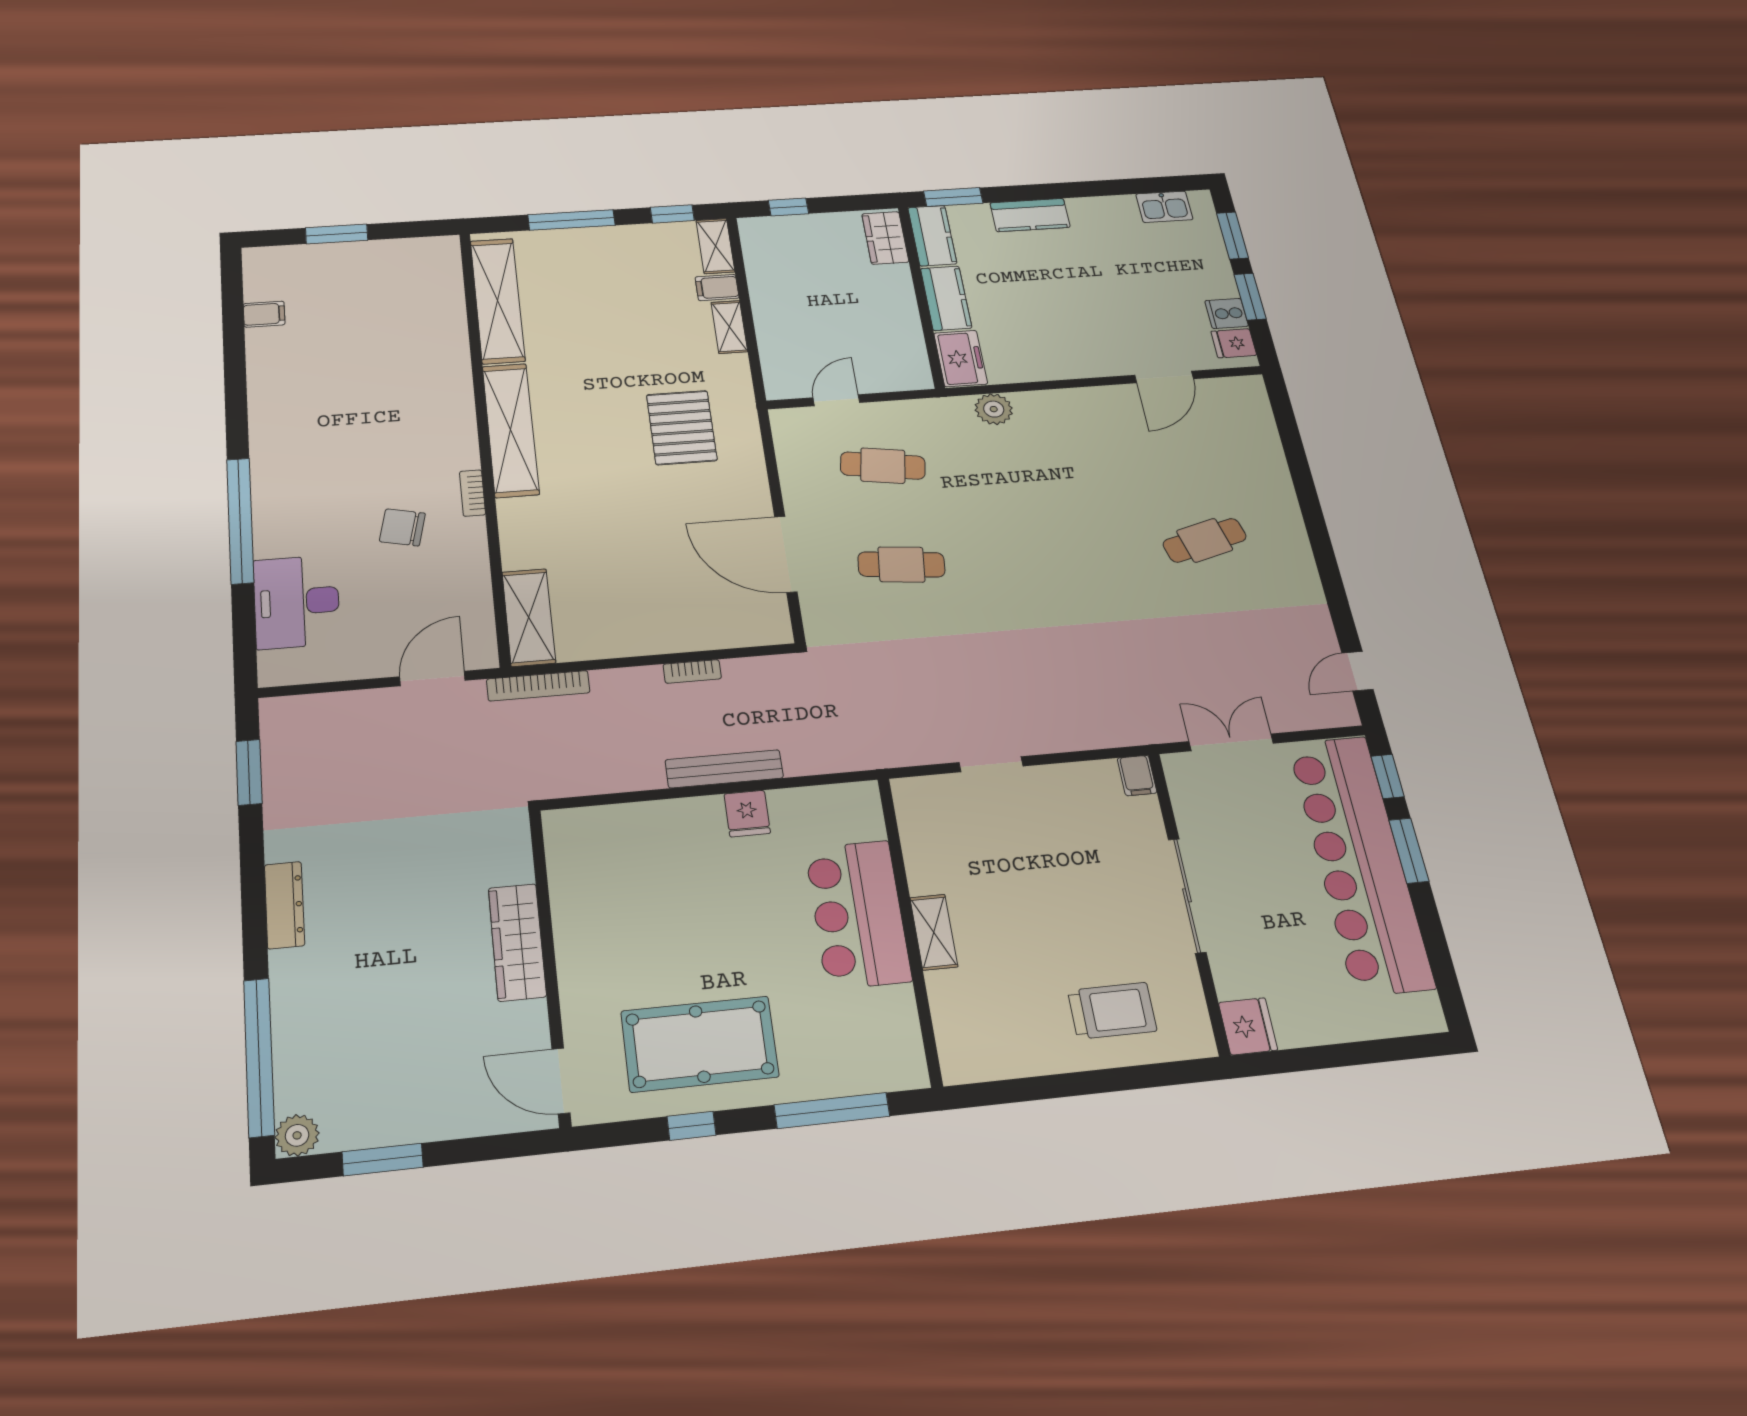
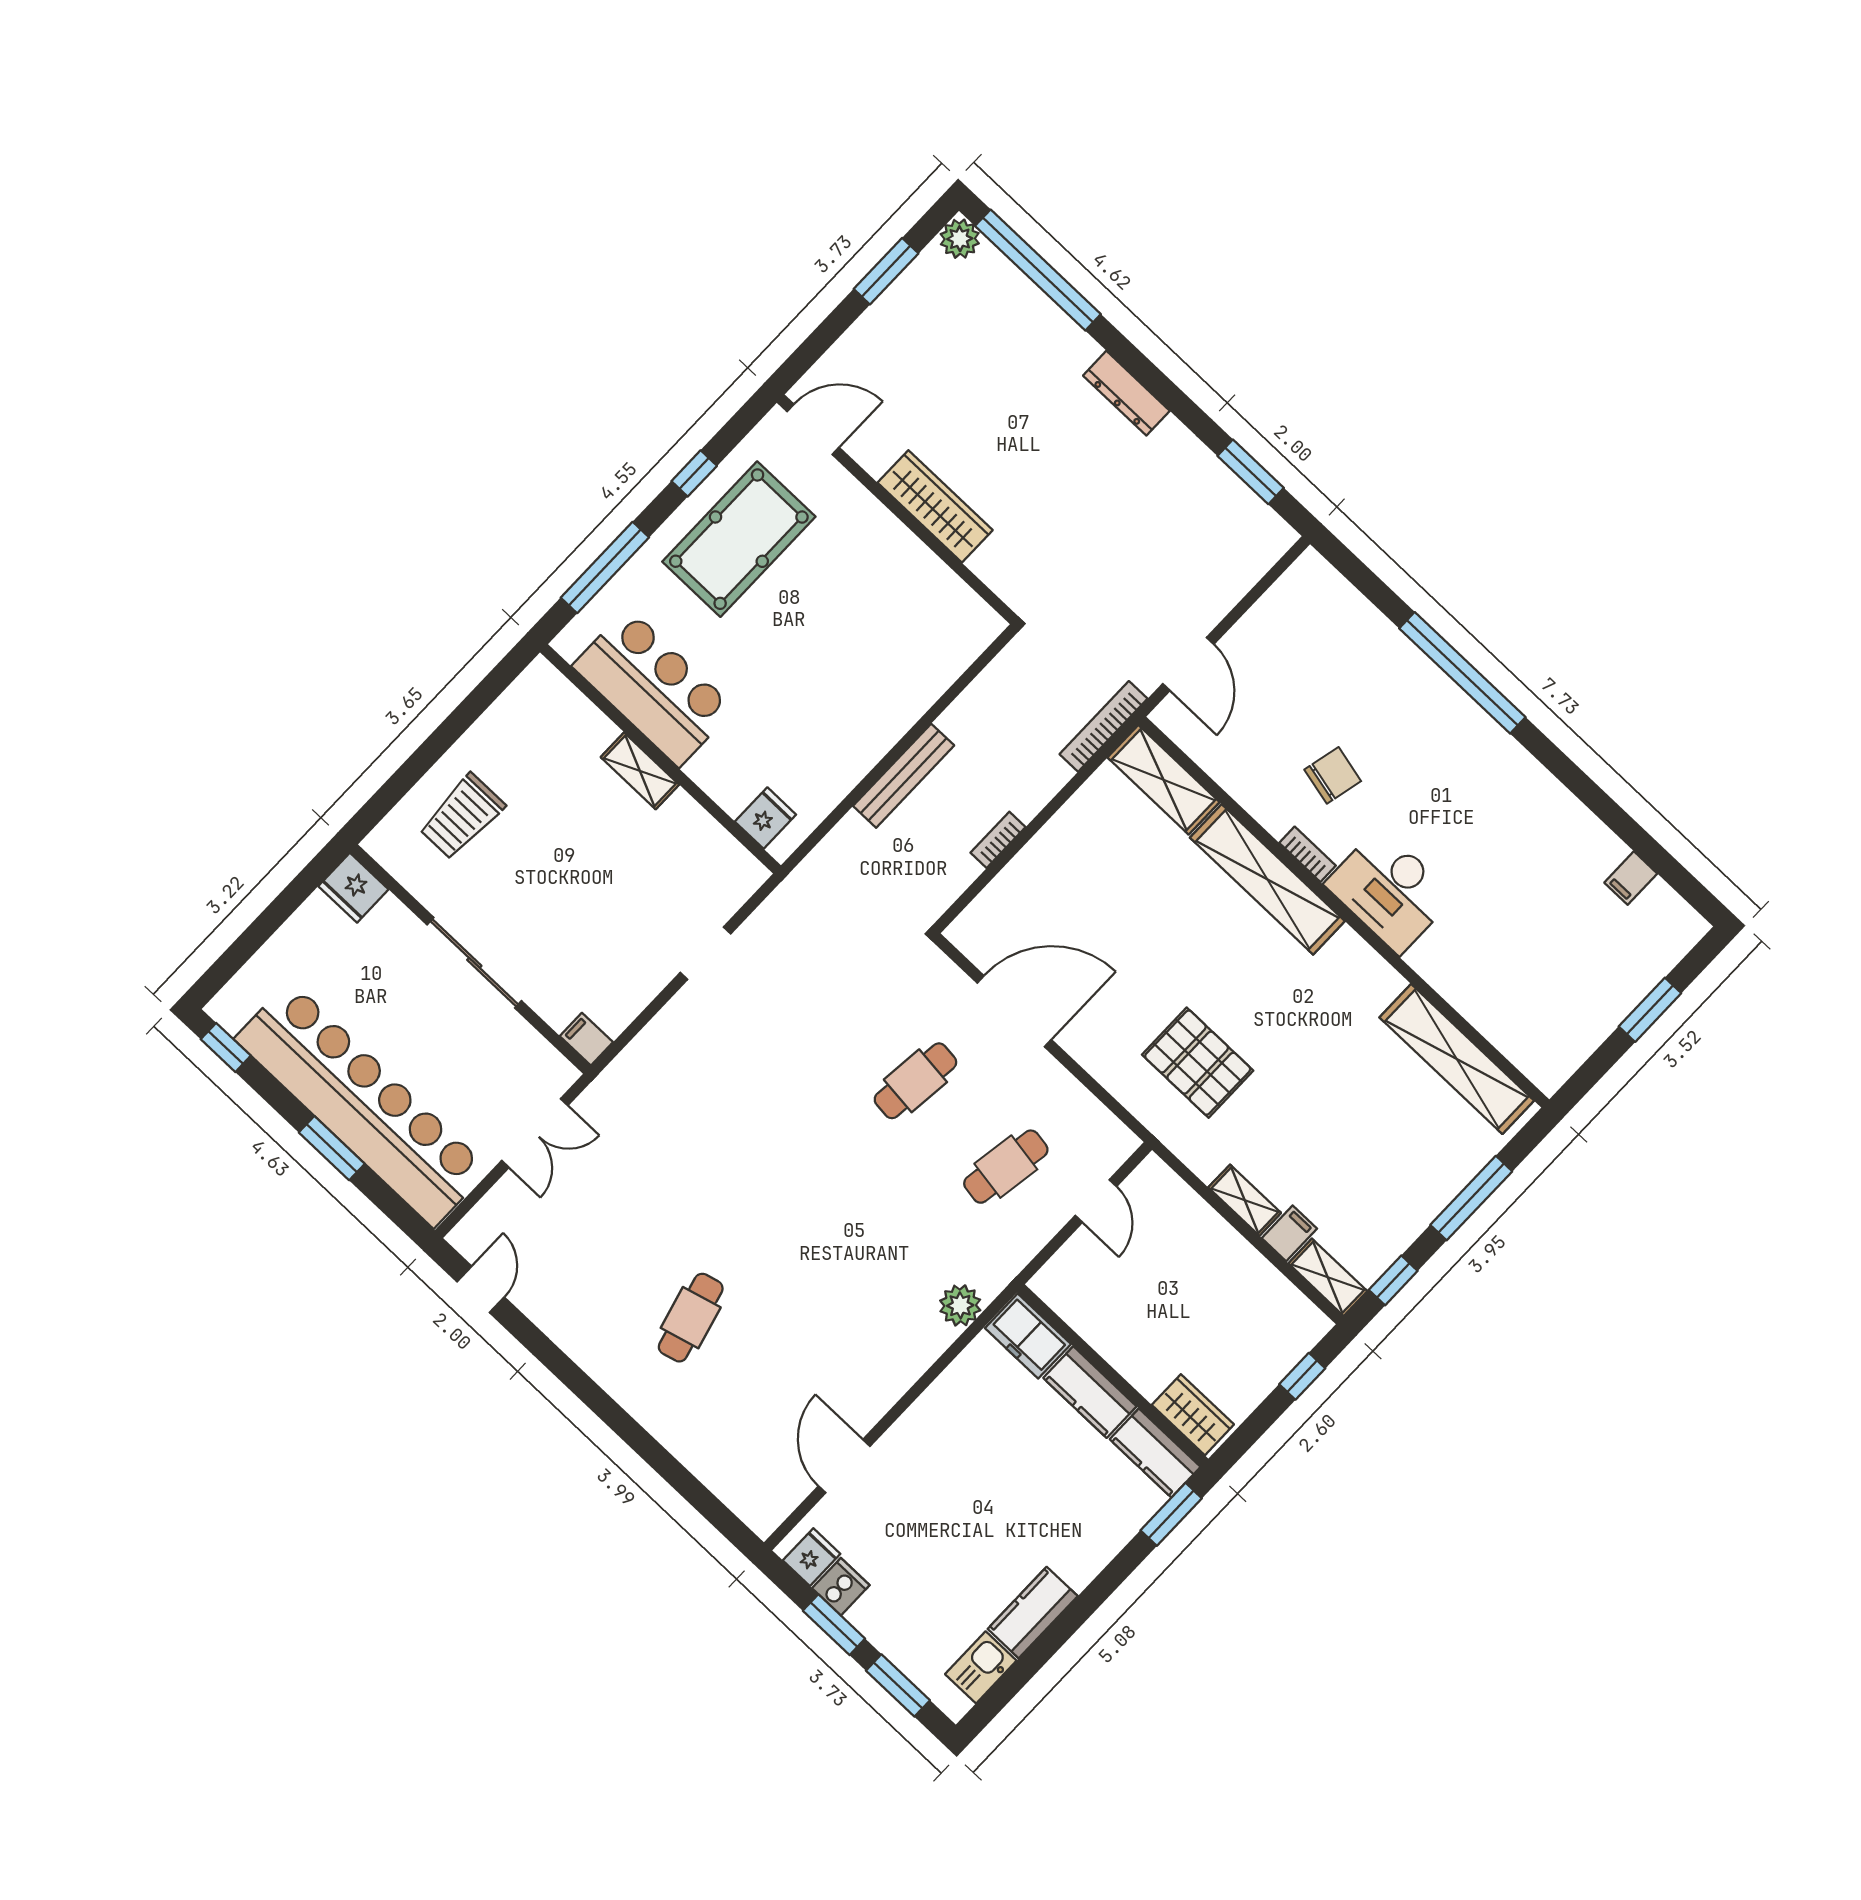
kitchen counter: (1030, 215) -> (1033, 1613), moved
shelving: (511, 430) -> (1267, 879), moved
desk: (297, 602) -> (1390, 890), moved, turned 180
window: (1388, 776) -> (226, 1047), moved
fridge: (747, 814) -> (765, 818), moved, turned 90
bar counter: (858, 914) -> (653, 687), moved

